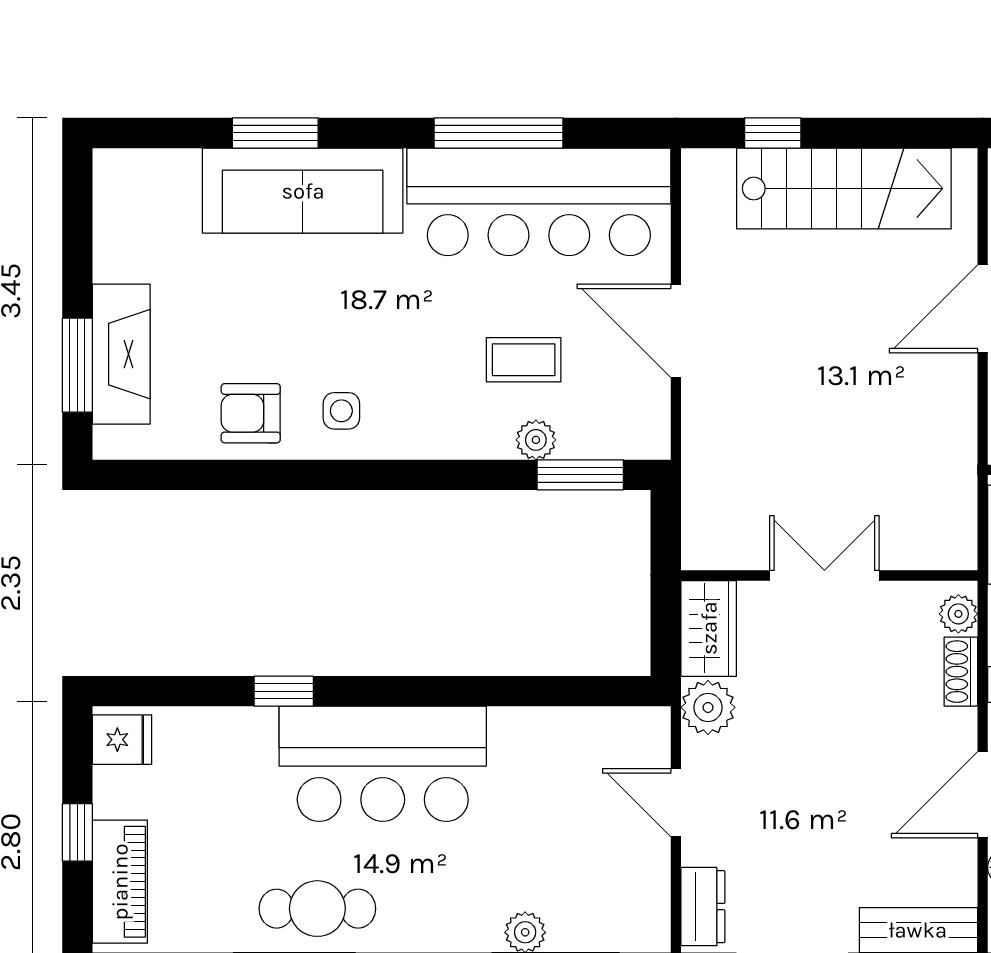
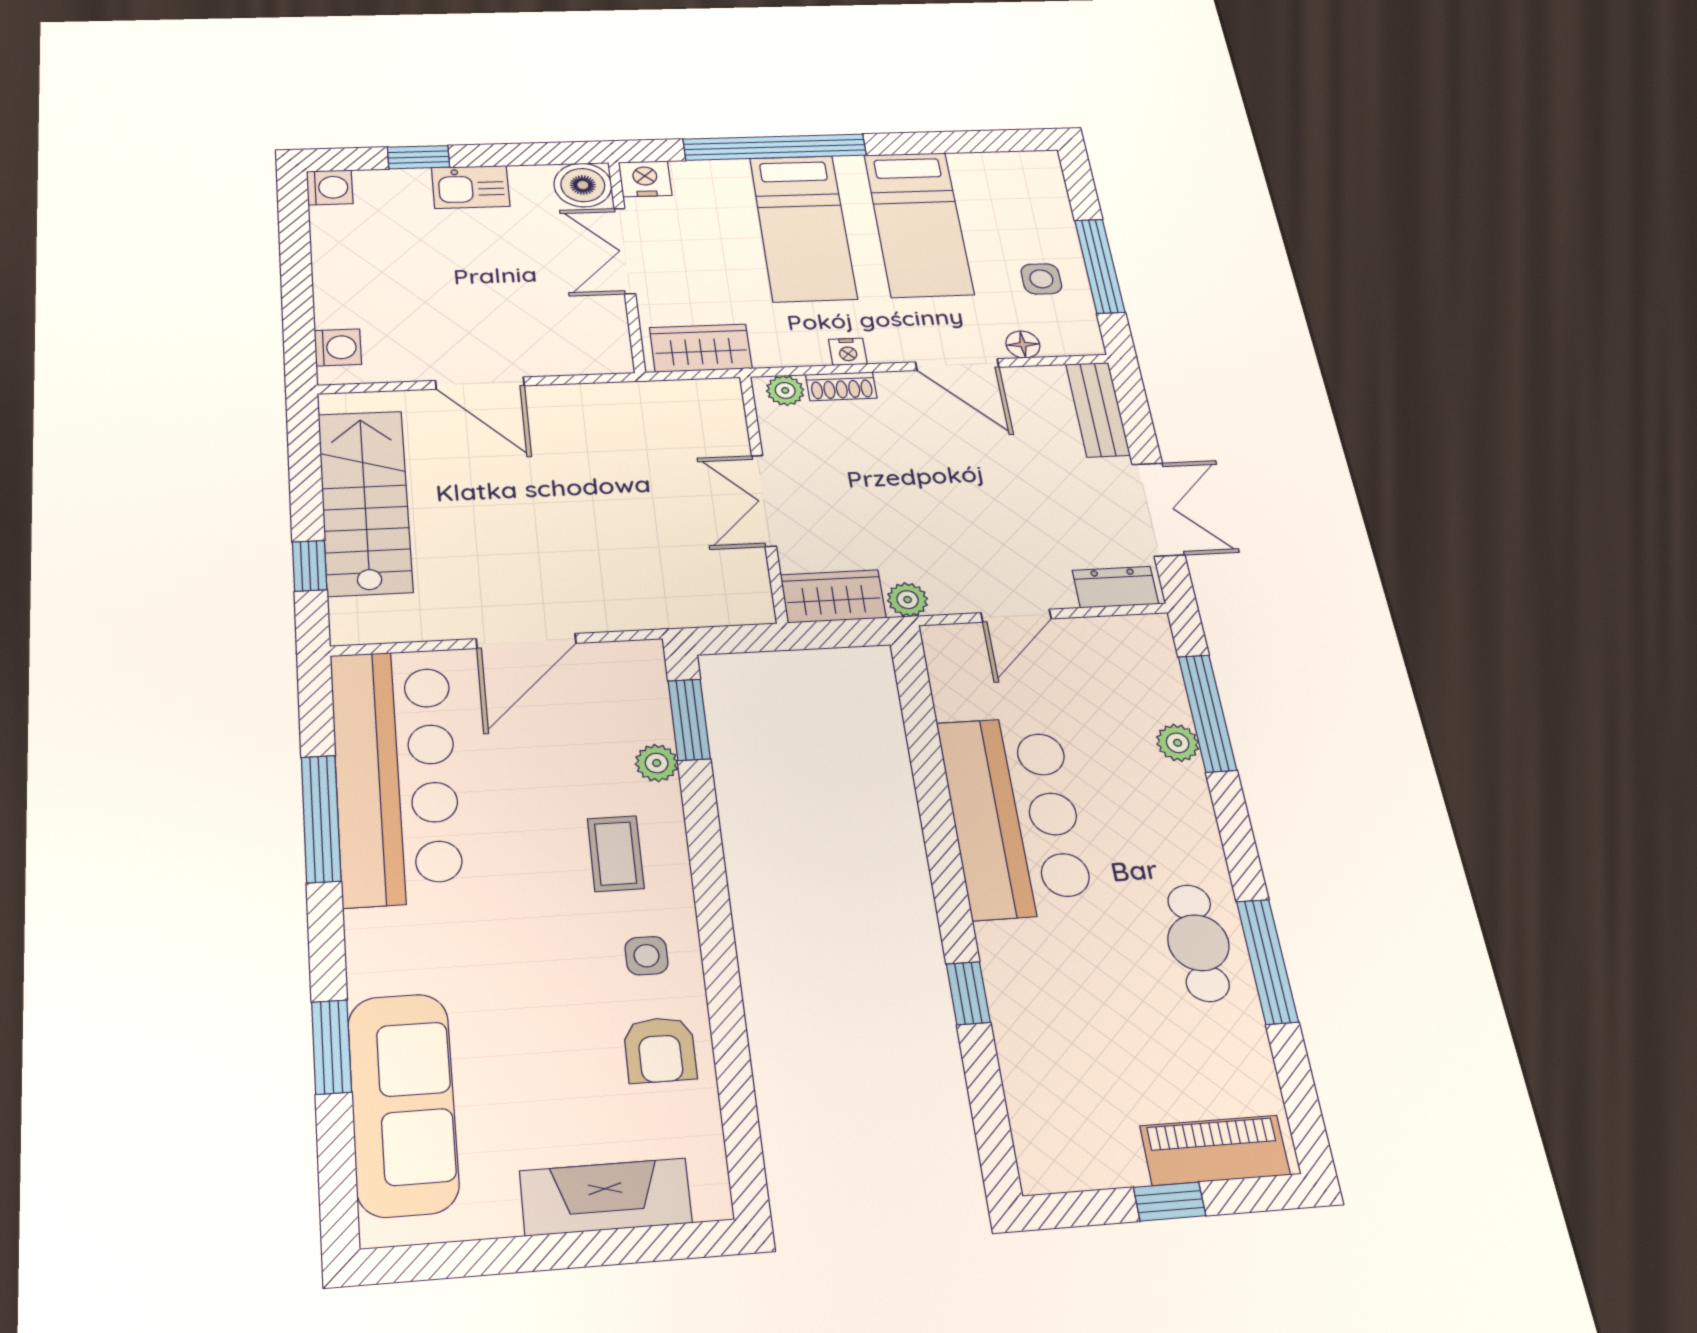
sofa: (303, 191) -> (403, 1104), moved
coffee table: (524, 360) -> (616, 854), moved
window: (77, 365) -> (624, 1246), removed
plant: (708, 707) -> (908, 600), width x0.73, depth x0.73
fridge: (122, 740) -> (1054, 1161), removed
bar counter: (383, 764) -> (1015, 816), moved

